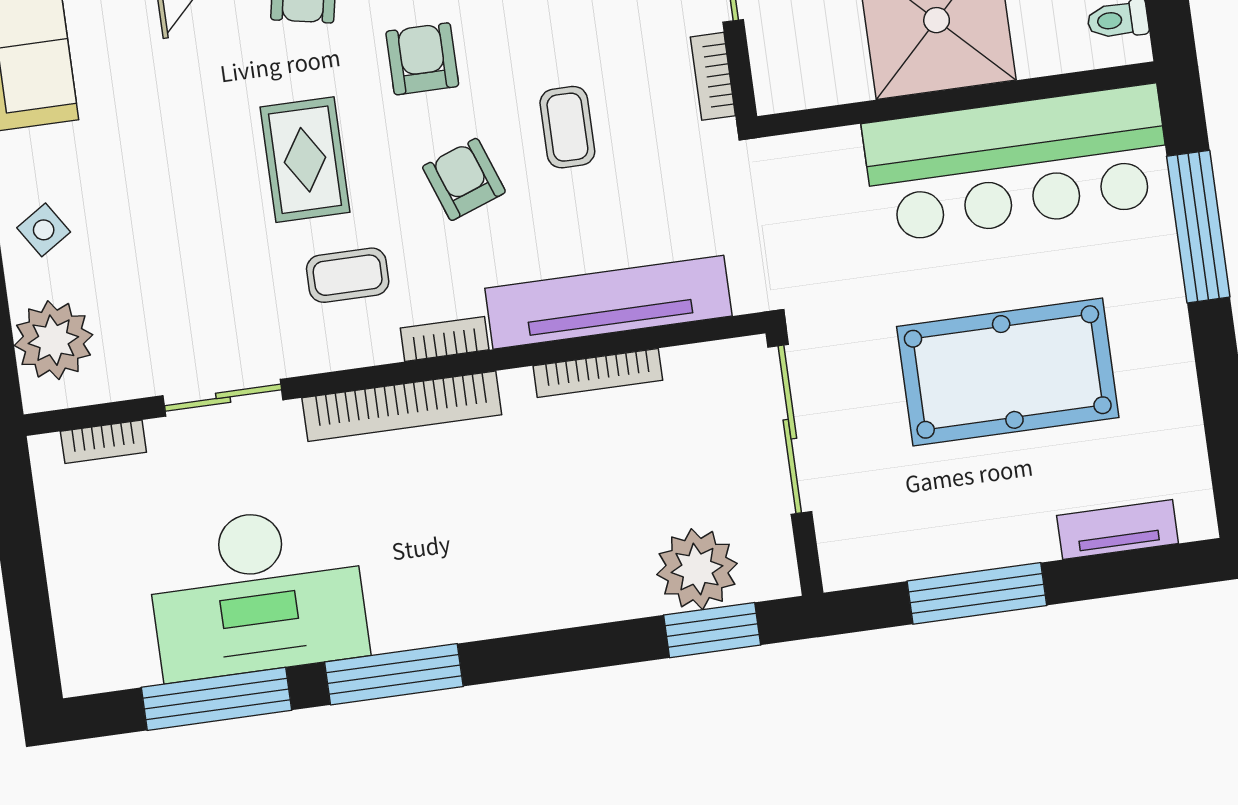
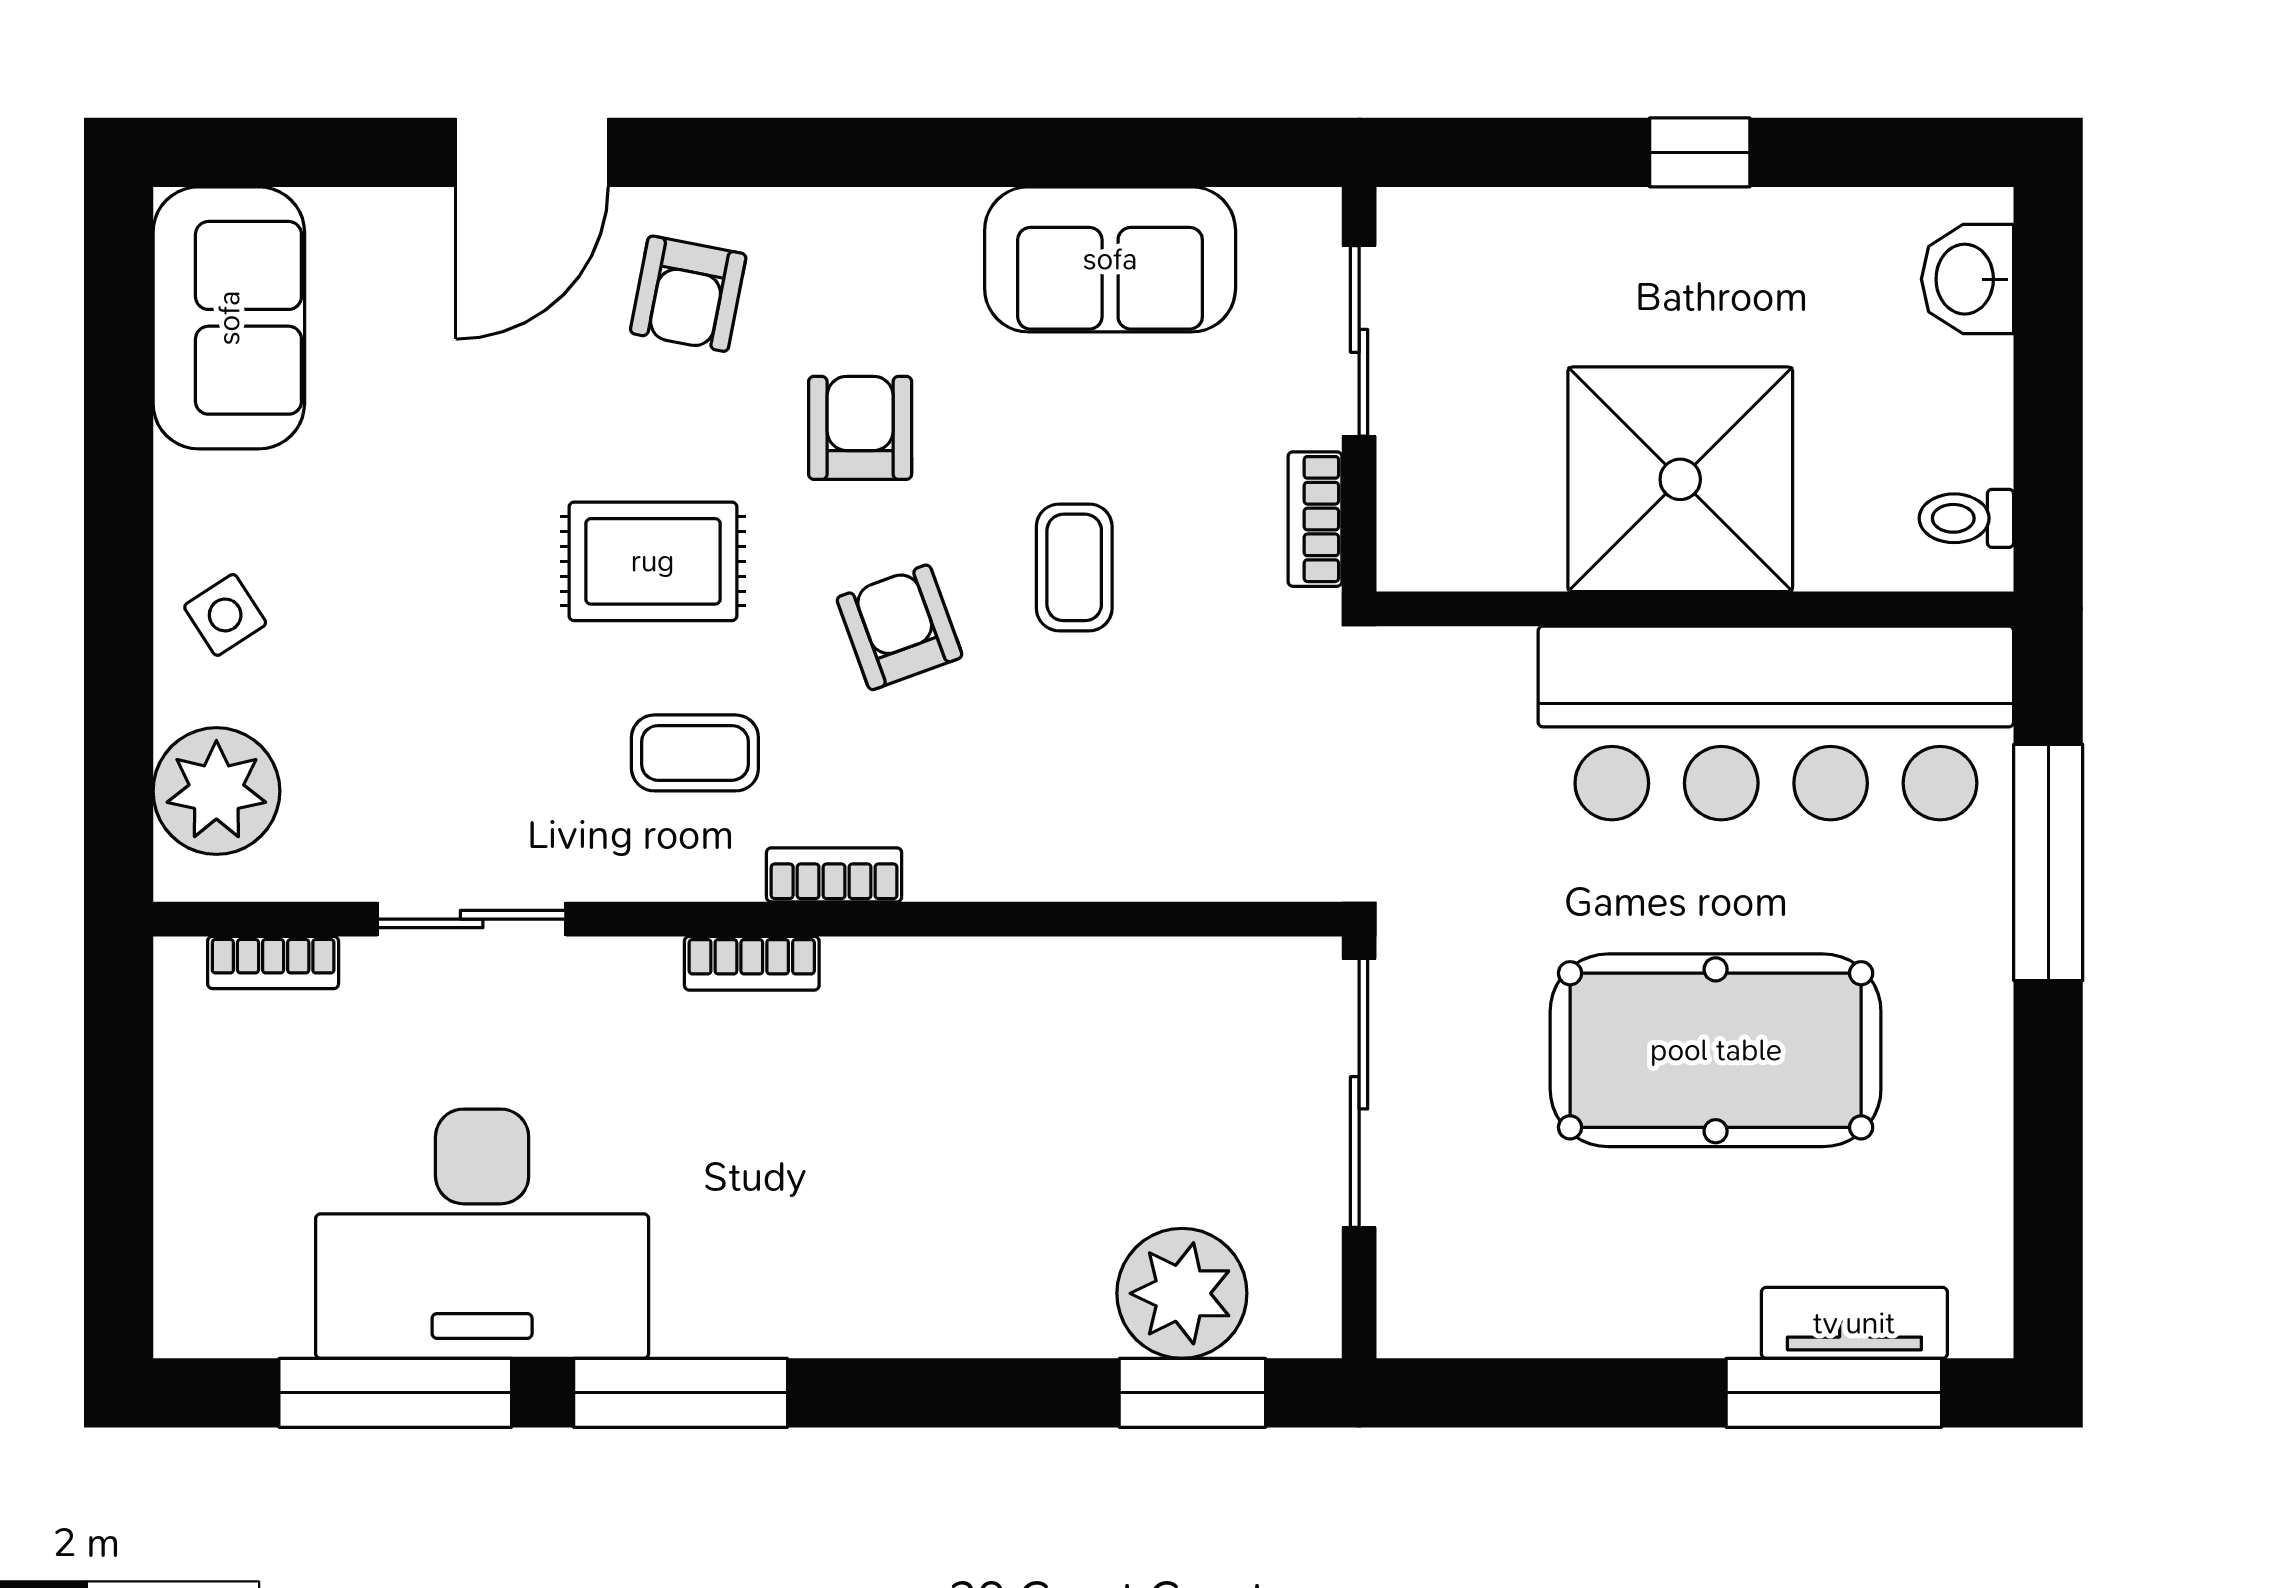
rug: (305, 160) -> (653, 561), turned 90
tv unit: (608, 302) -> (1101, 853), removed
bookcase: (598, 373) -> (1068, 962), removed
bookcase: (402, 406) -> (752, 963), width x0.43, depth x0.76
window: (977, 593) -> (1834, 1393), moved

